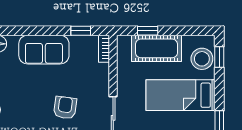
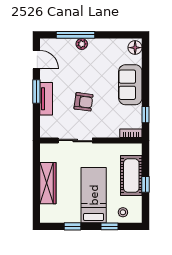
window: (148, 31) -> (146, 184), moved
window: (219, 57) -> (109, 226), moved
stool: (202, 59) -> (123, 212), width x0.53, depth x0.53

